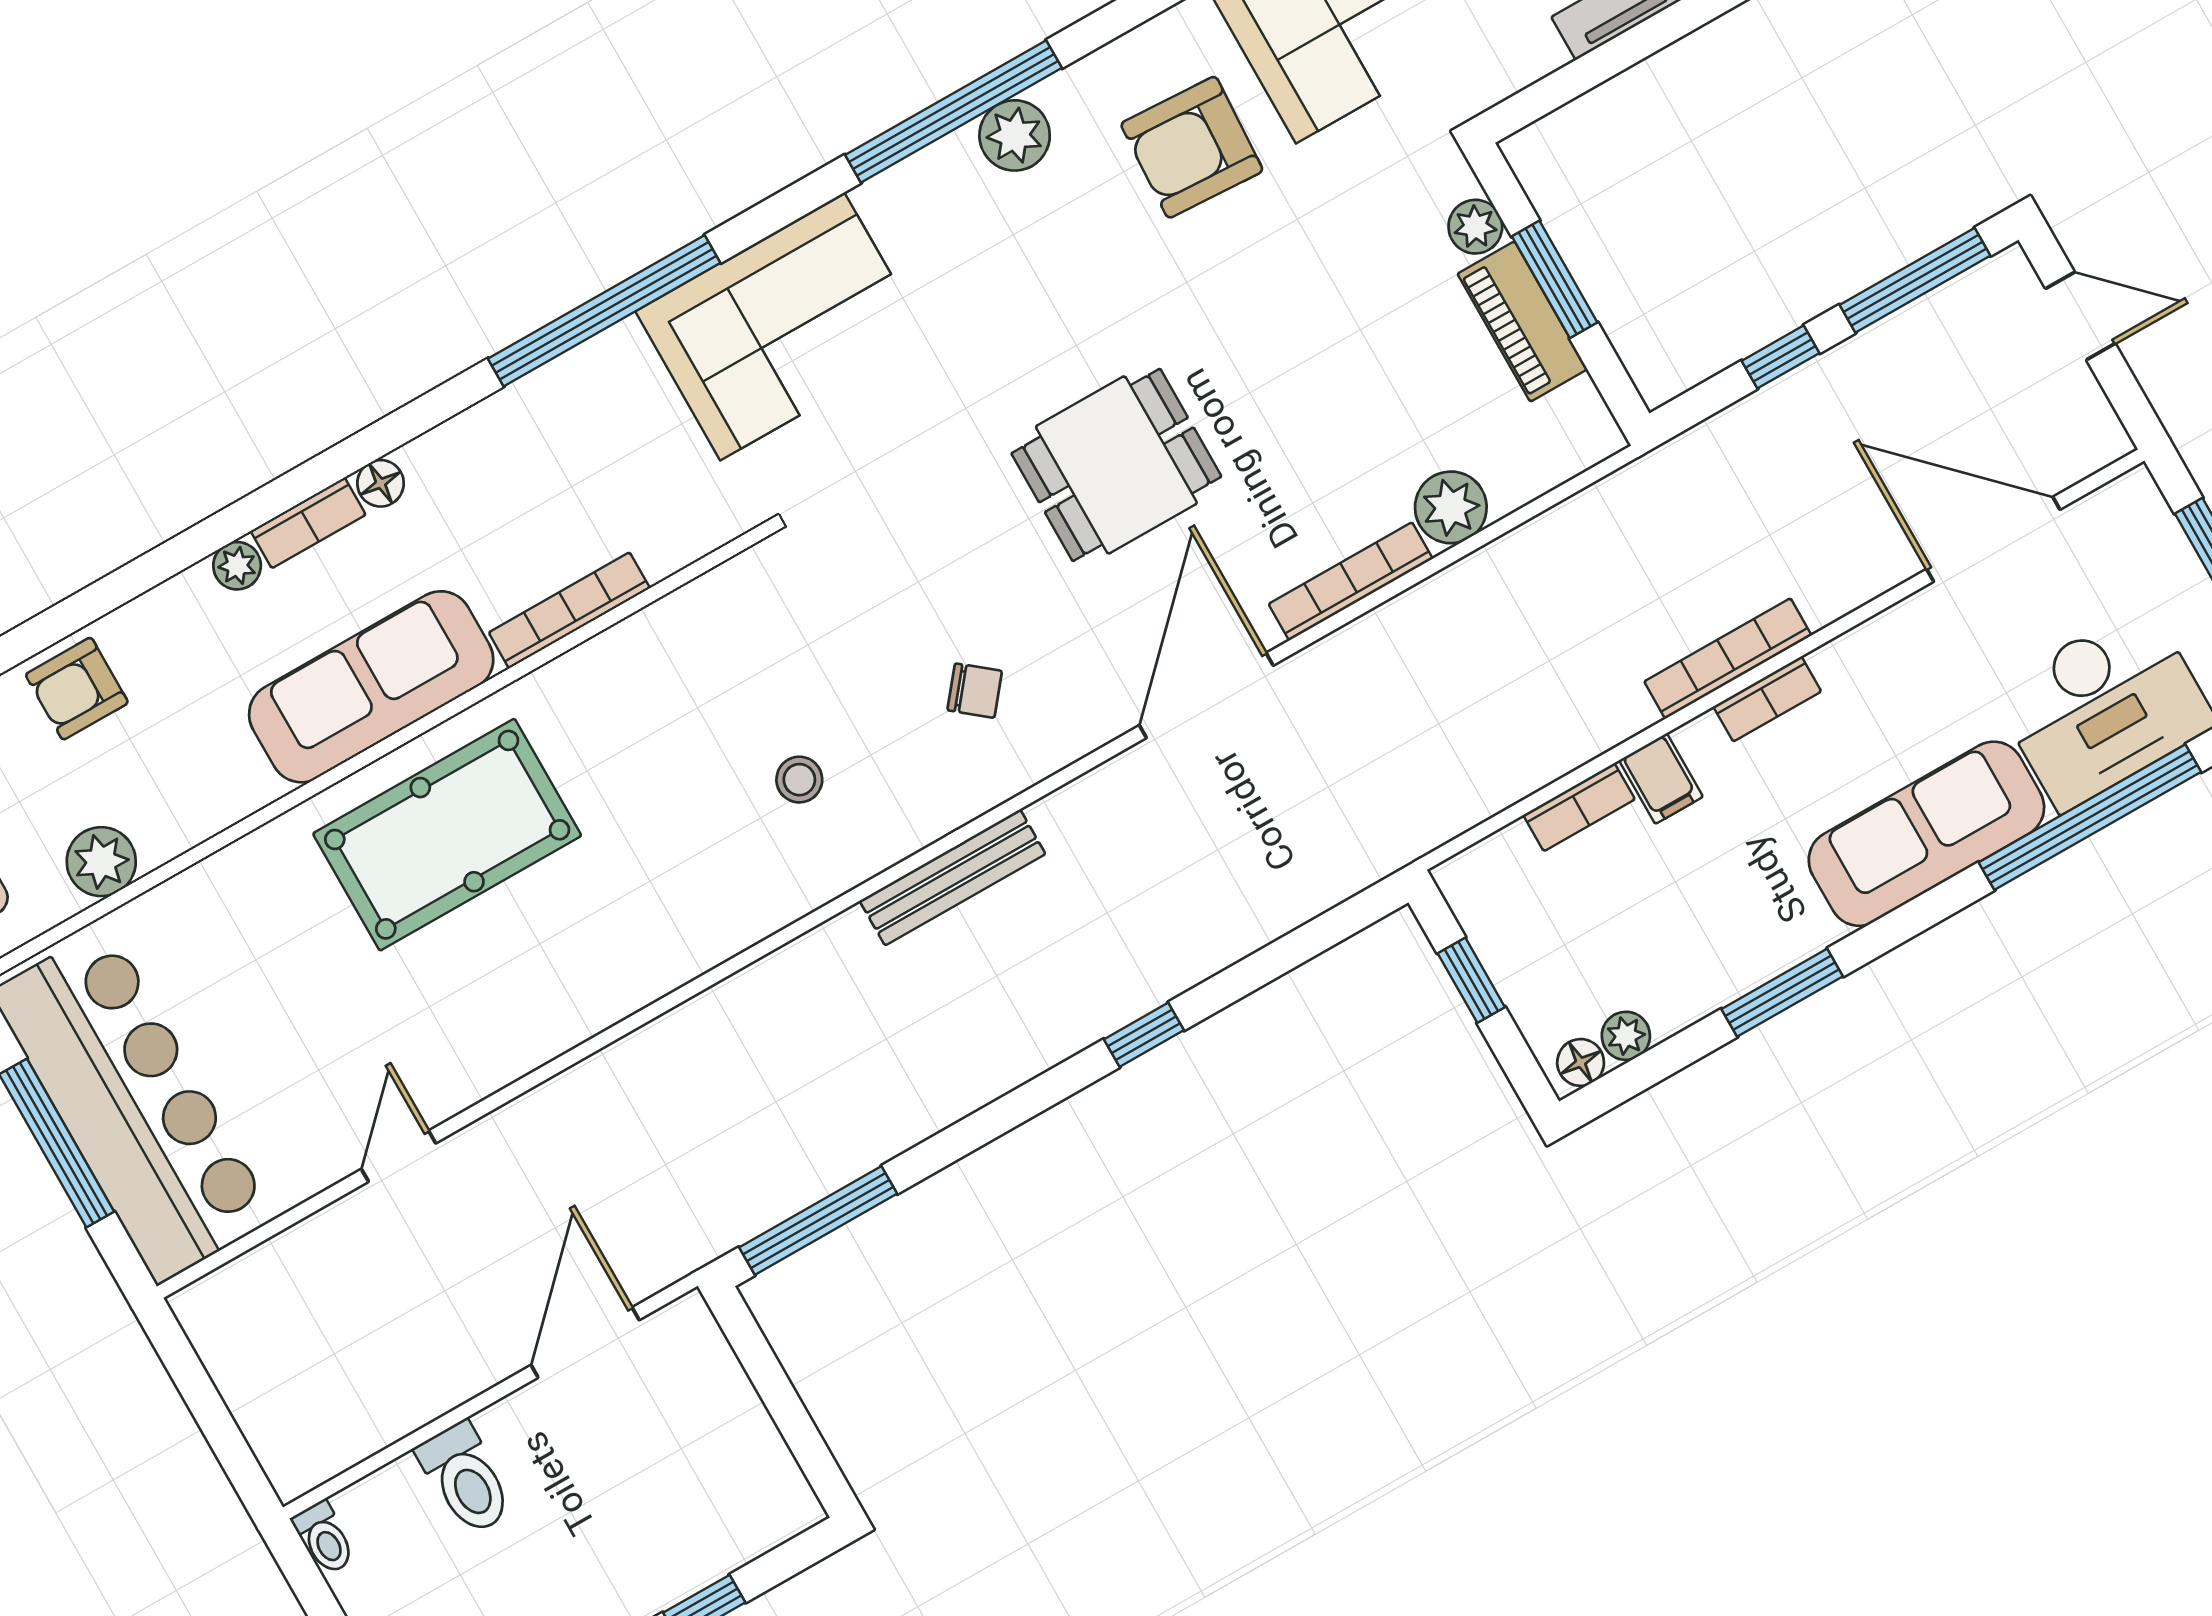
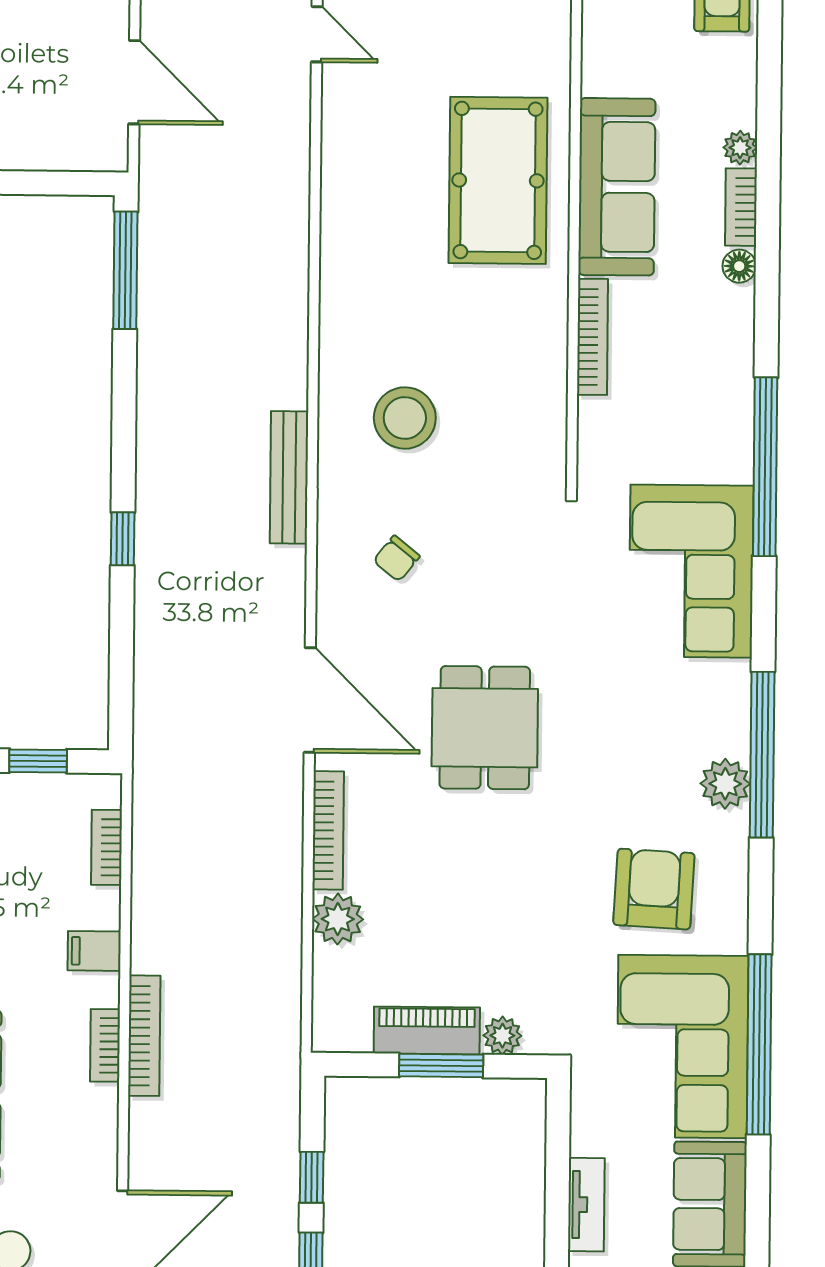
stool: (799, 780) -> (405, 418), width x1.89, depth x1.89
bookcase: (1579, 807) -> (107, 847), moved

